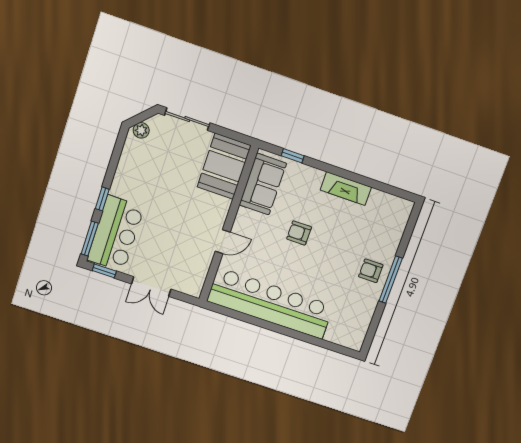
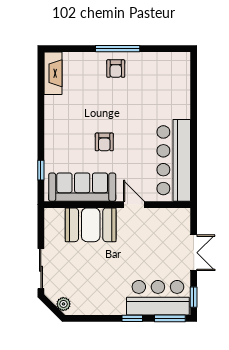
booth: (224, 166) -> (91, 225), moved
sofa: (263, 184) -> (82, 187), width x1.36
fireplace: (346, 189) -> (53, 73), moved
bar counter: (270, 303) -> (174, 160), width x0.73

